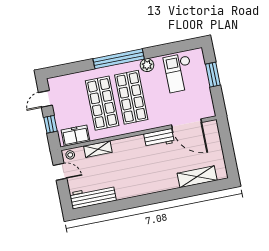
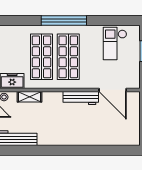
plant: (147, 65) -> (88, 31), removed
workbench: (159, 138) -> (81, 98), width x1.37
shelving: (197, 177) -> (113, 139), removed

